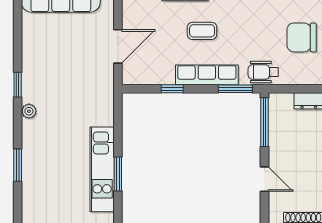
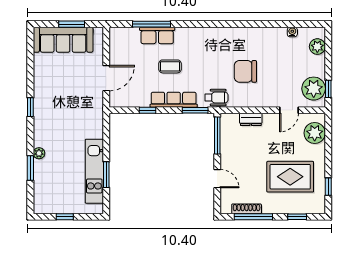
wheelchair: (263, 72) -> (216, 98), turned 180
plant: (29, 111) -> (39, 153), moved

